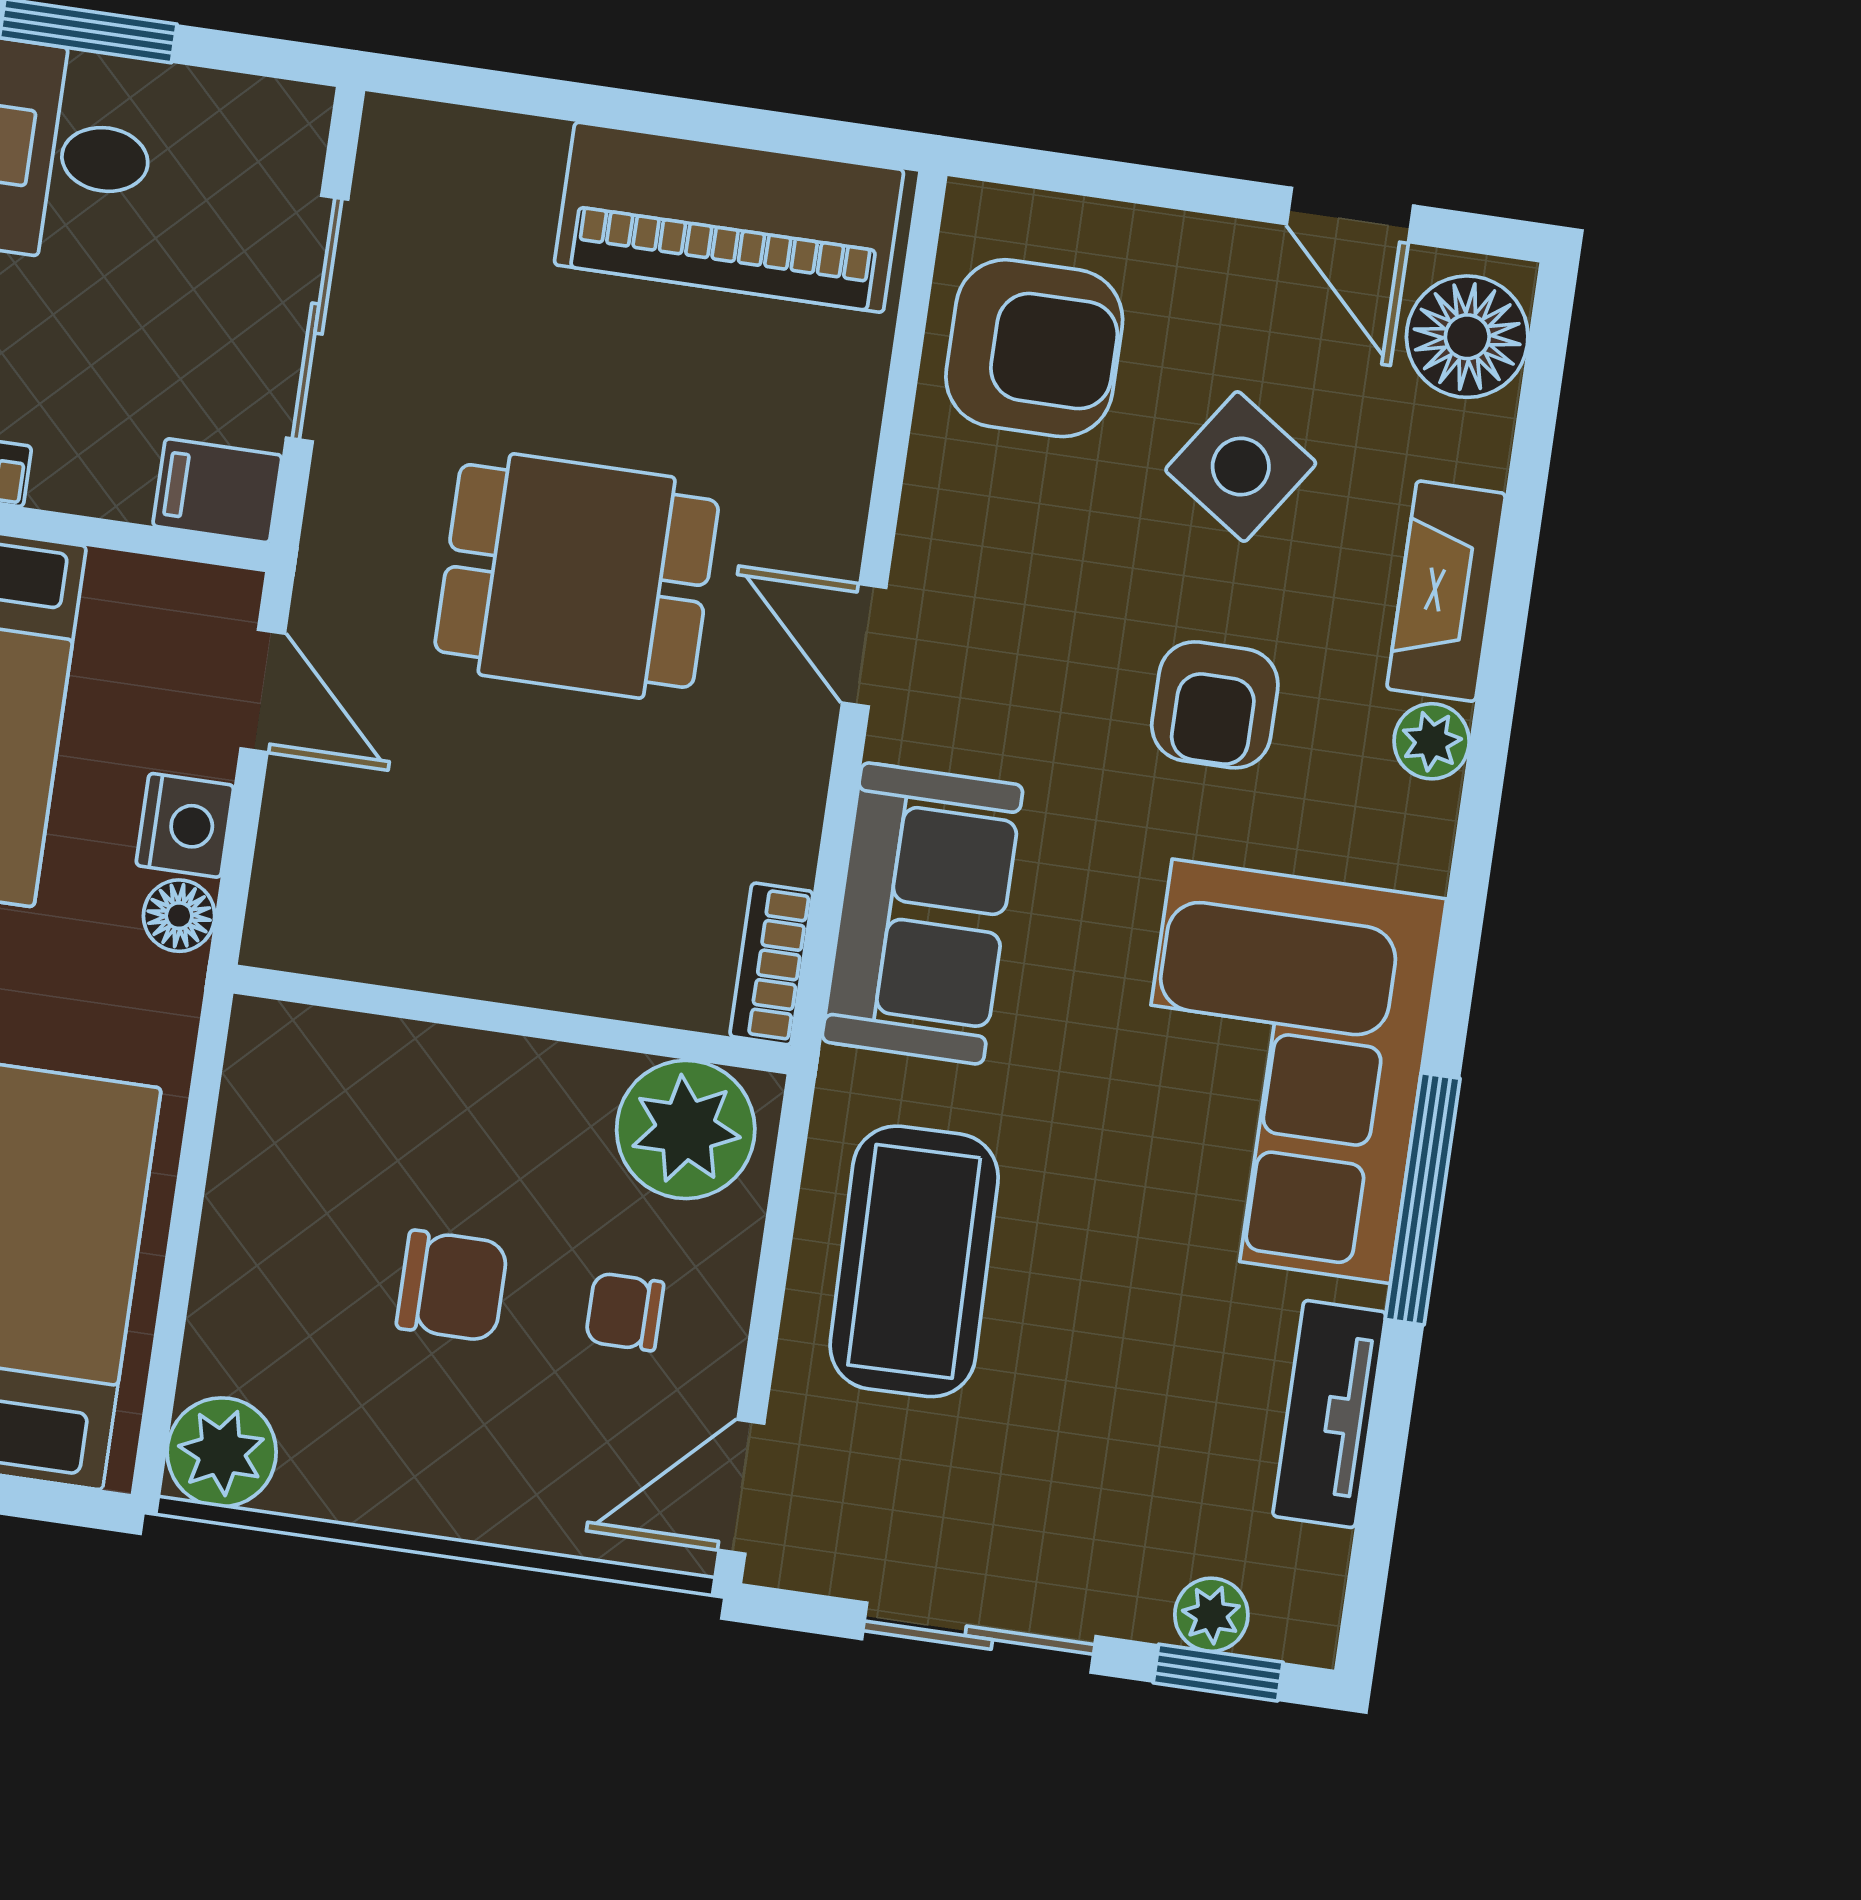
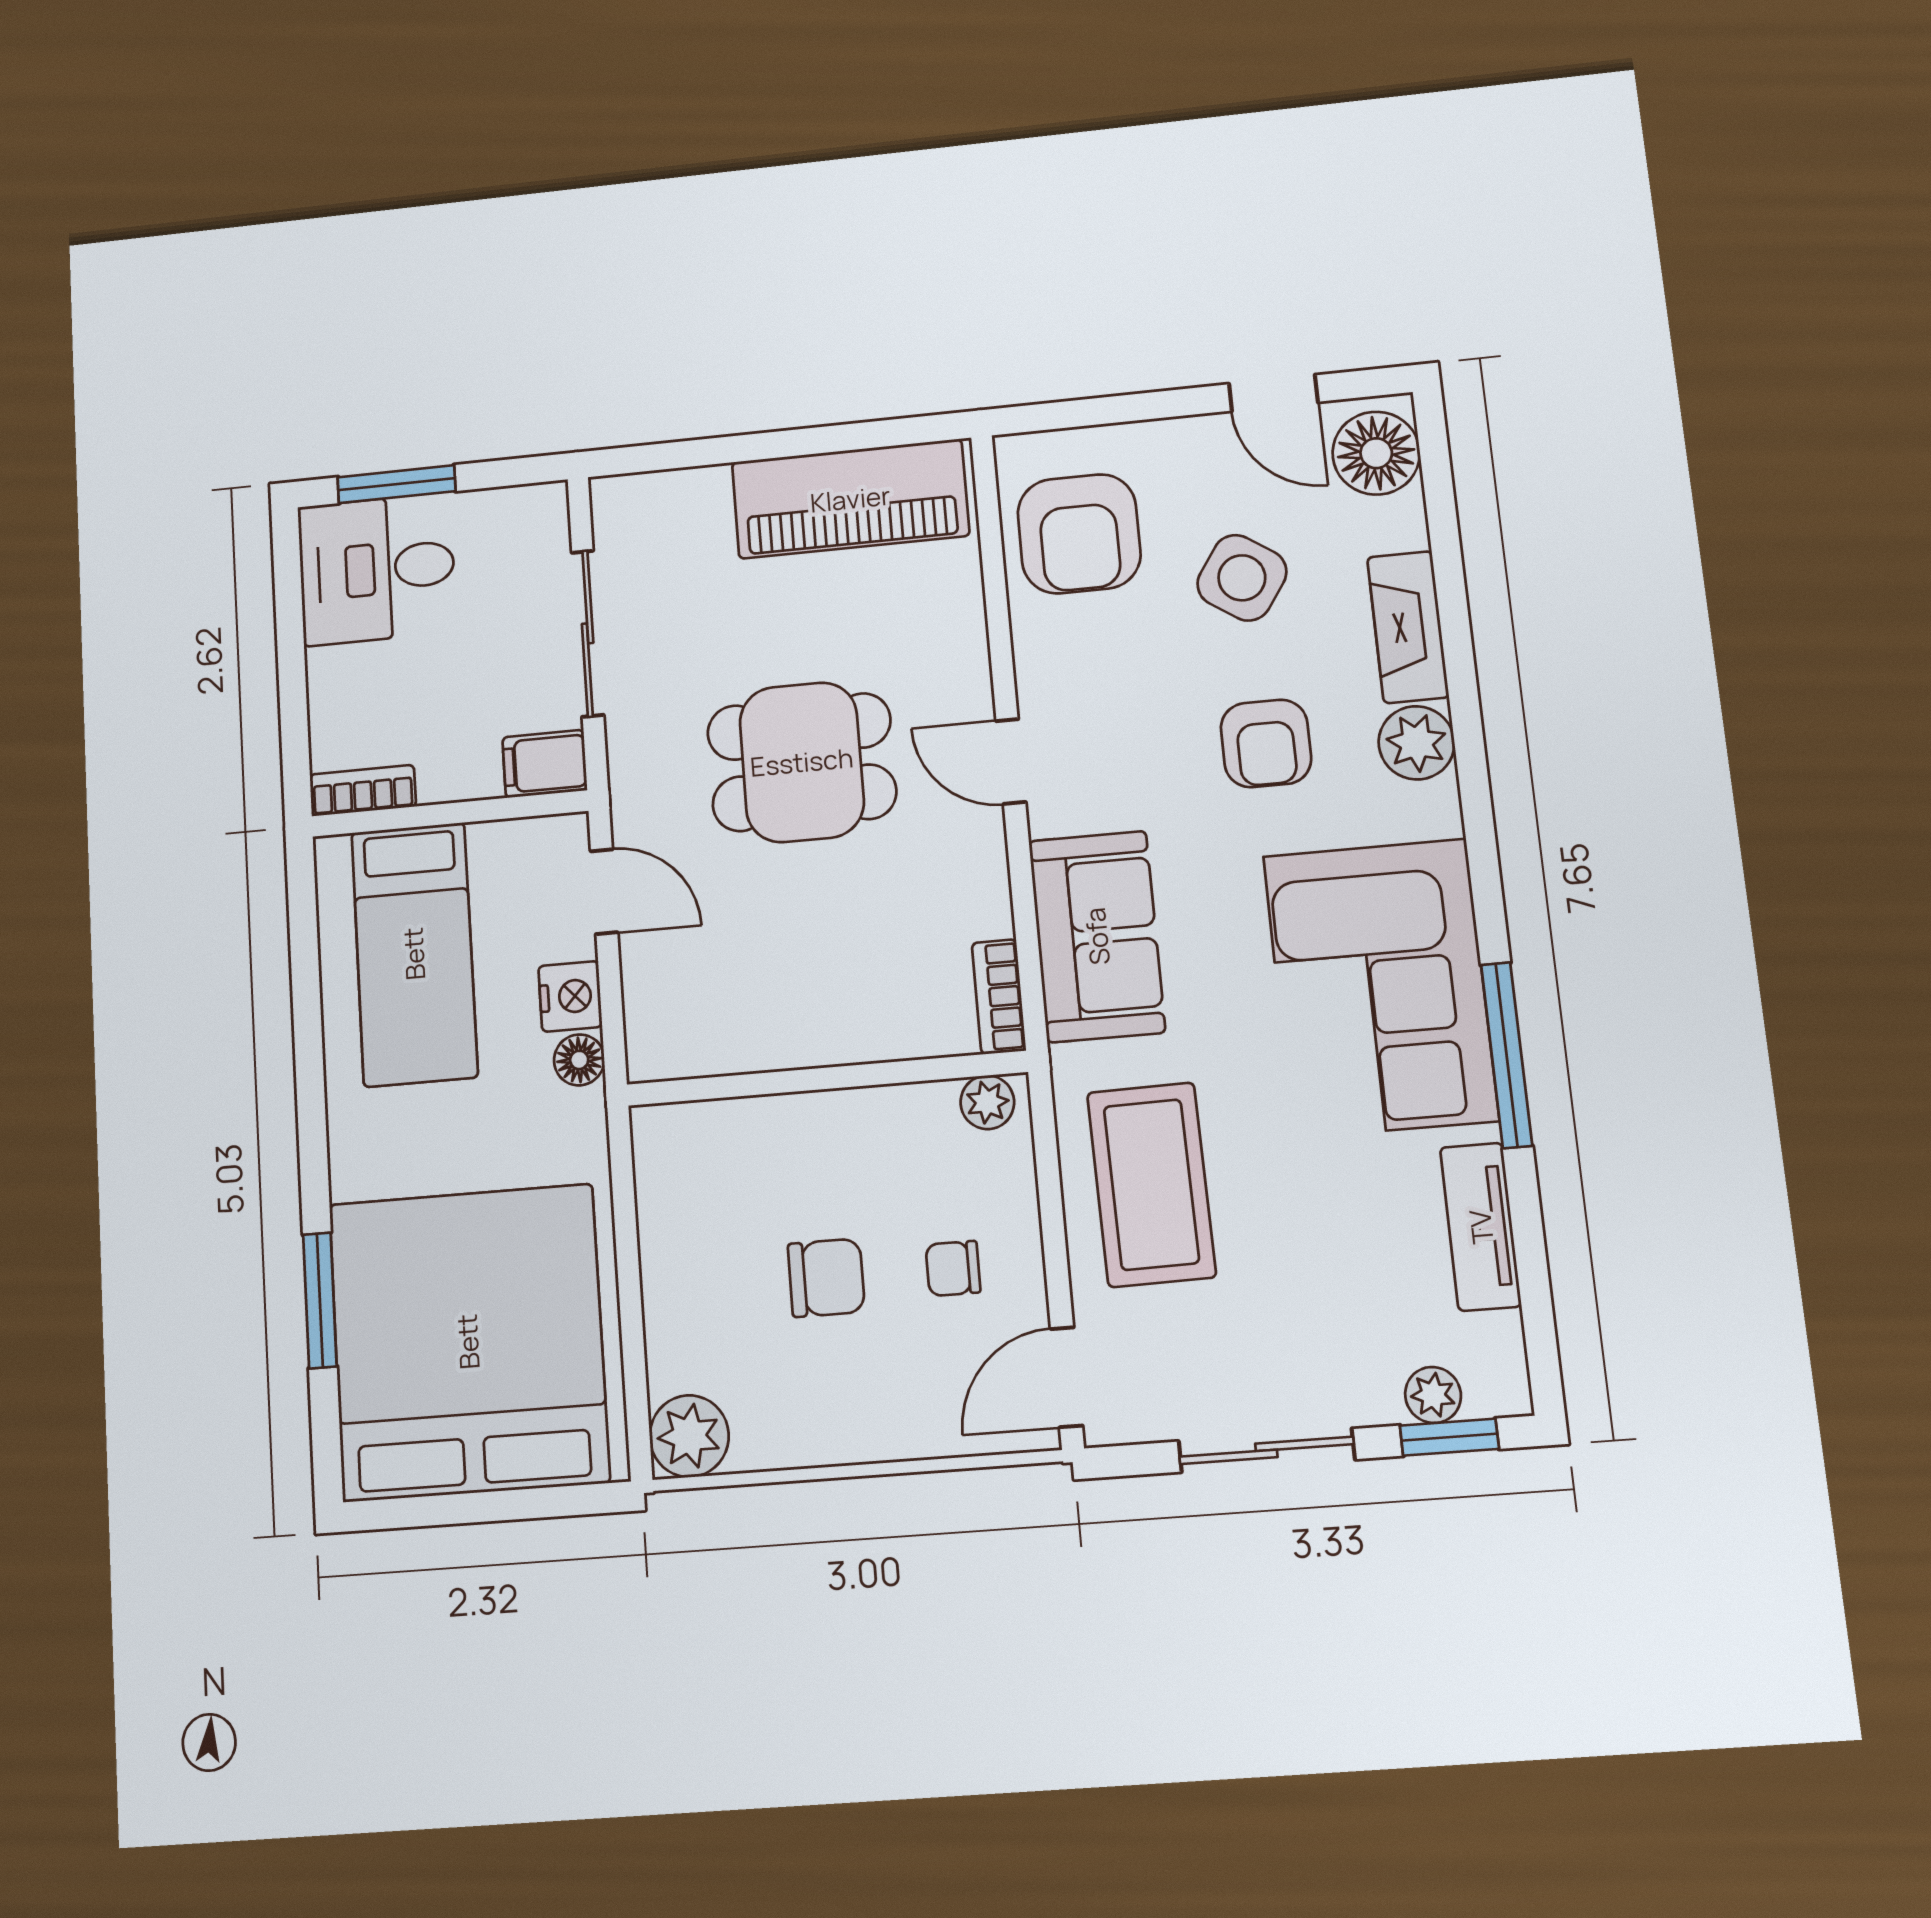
armchair: (1034, 348) -> (1079, 534), turned 90
plant: (1432, 741) -> (1417, 743), width x1.38, depth x1.38
plant: (686, 1129) -> (987, 1102), width x0.53, depth x0.53

